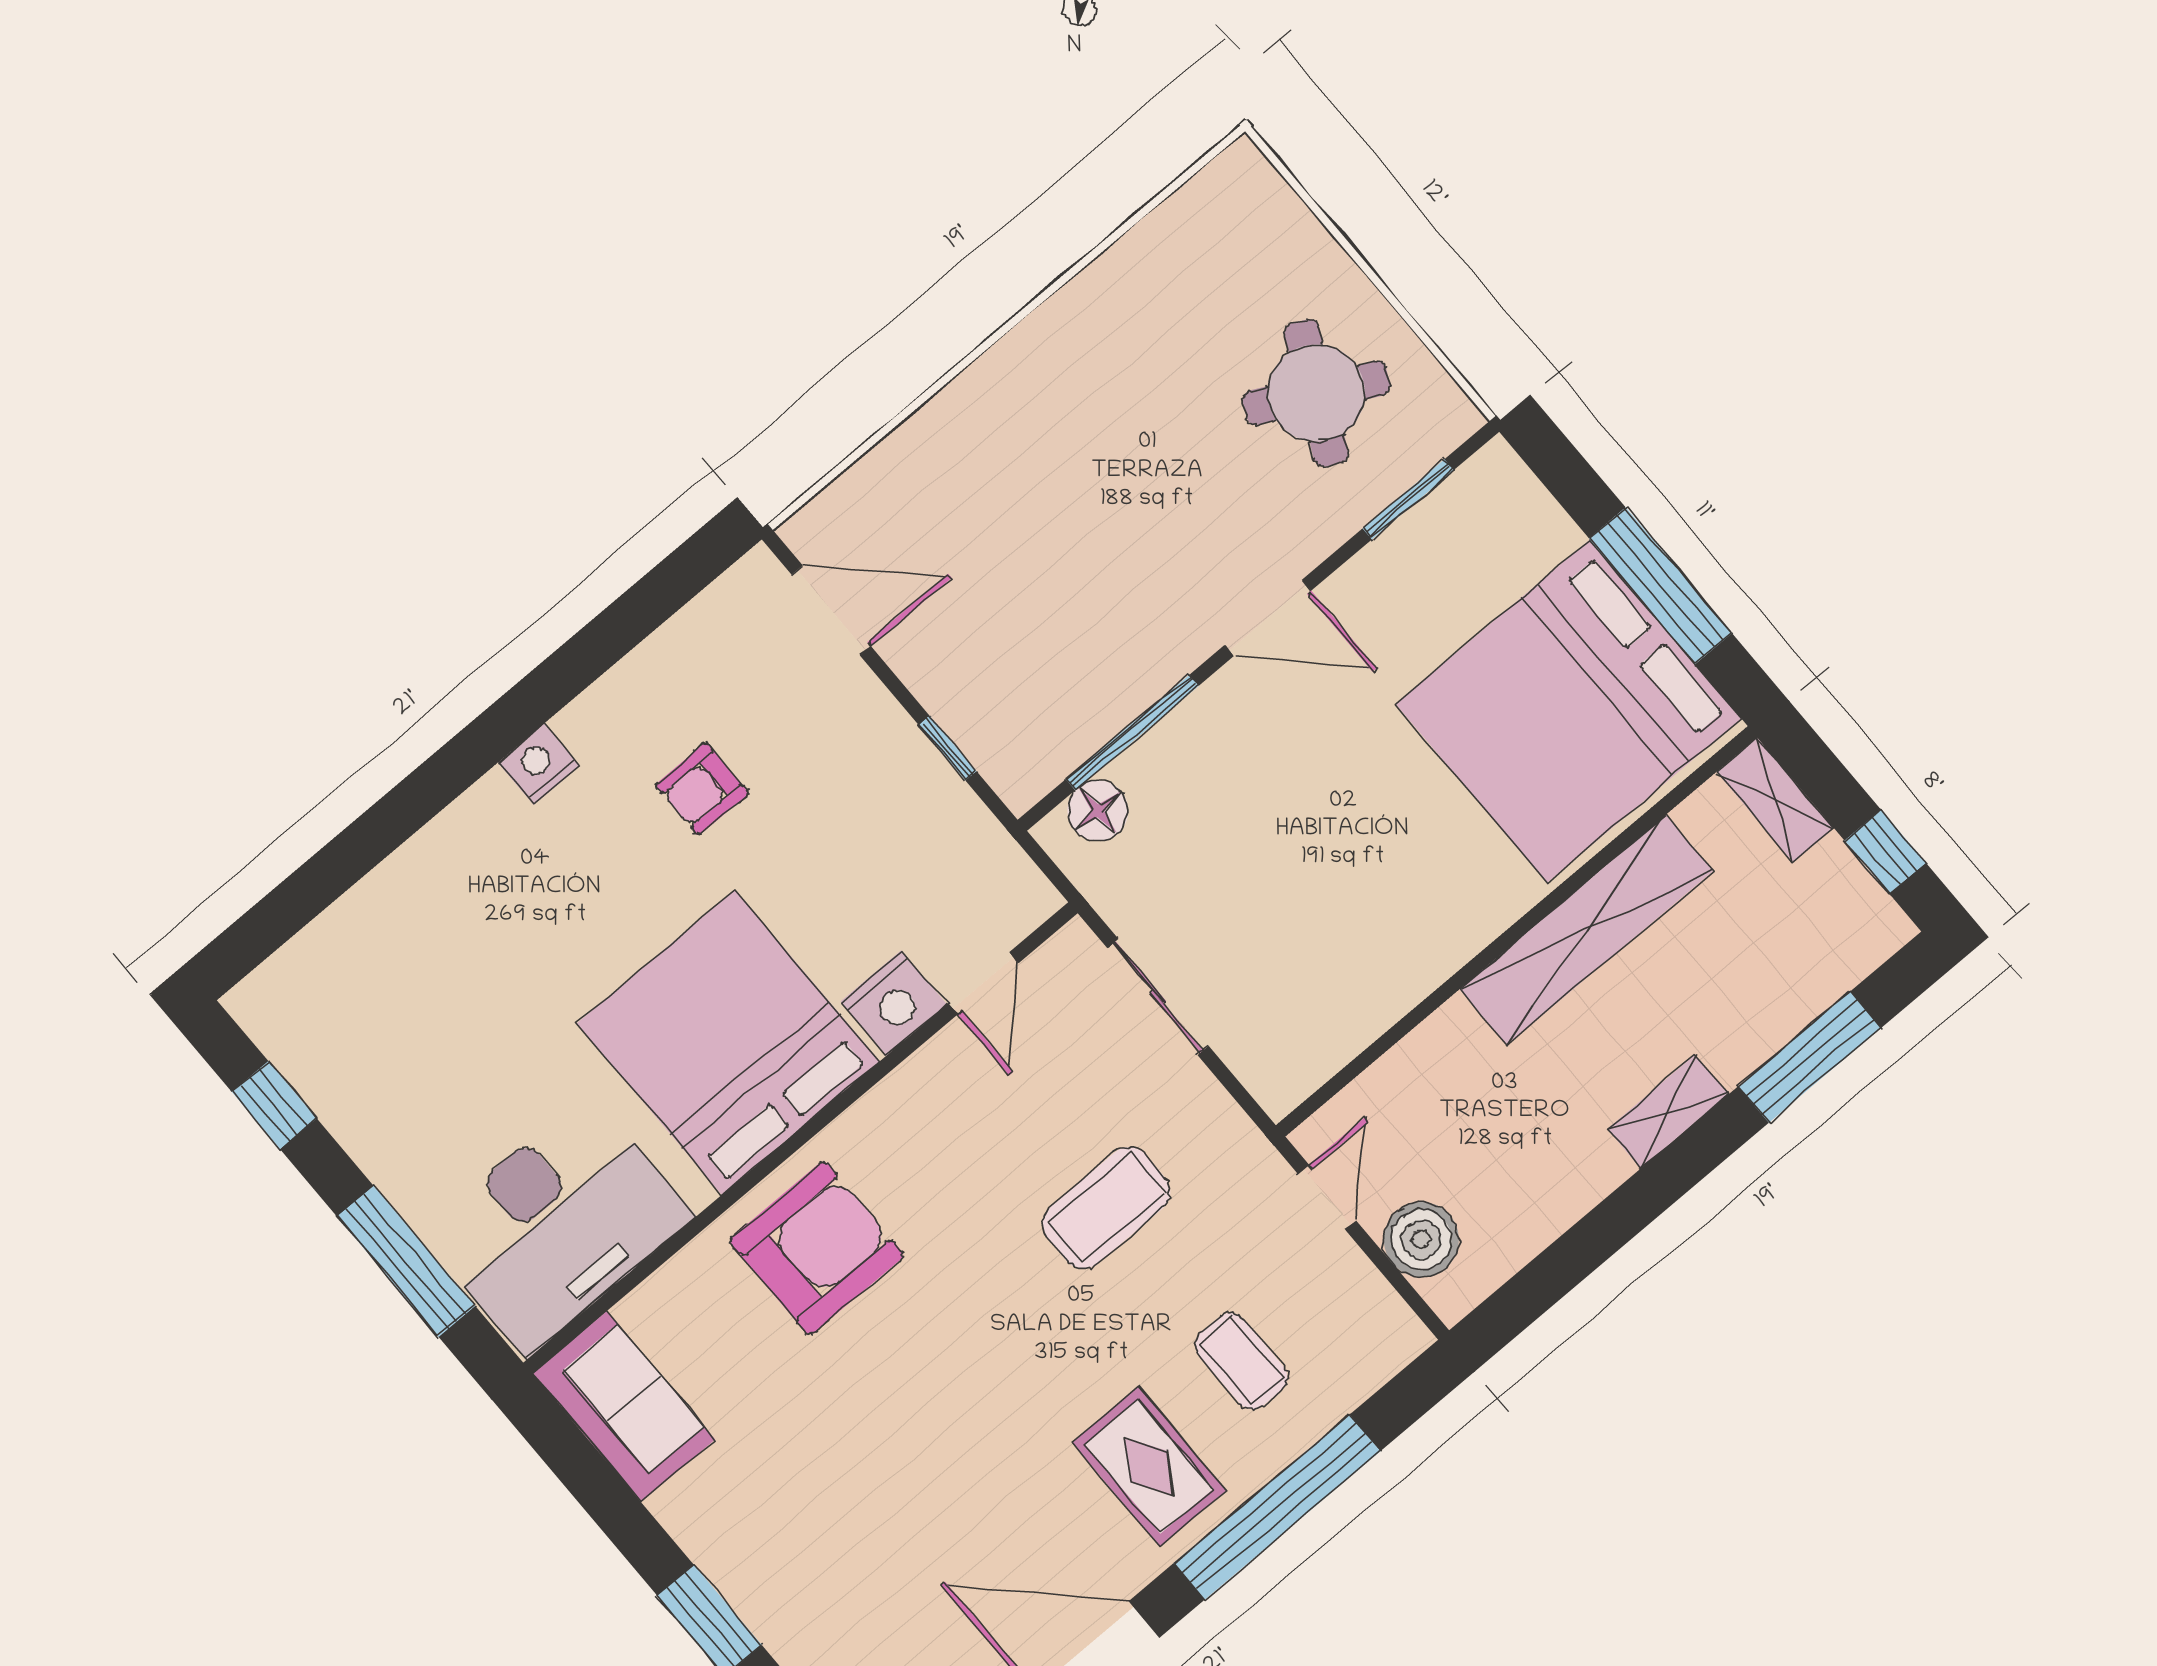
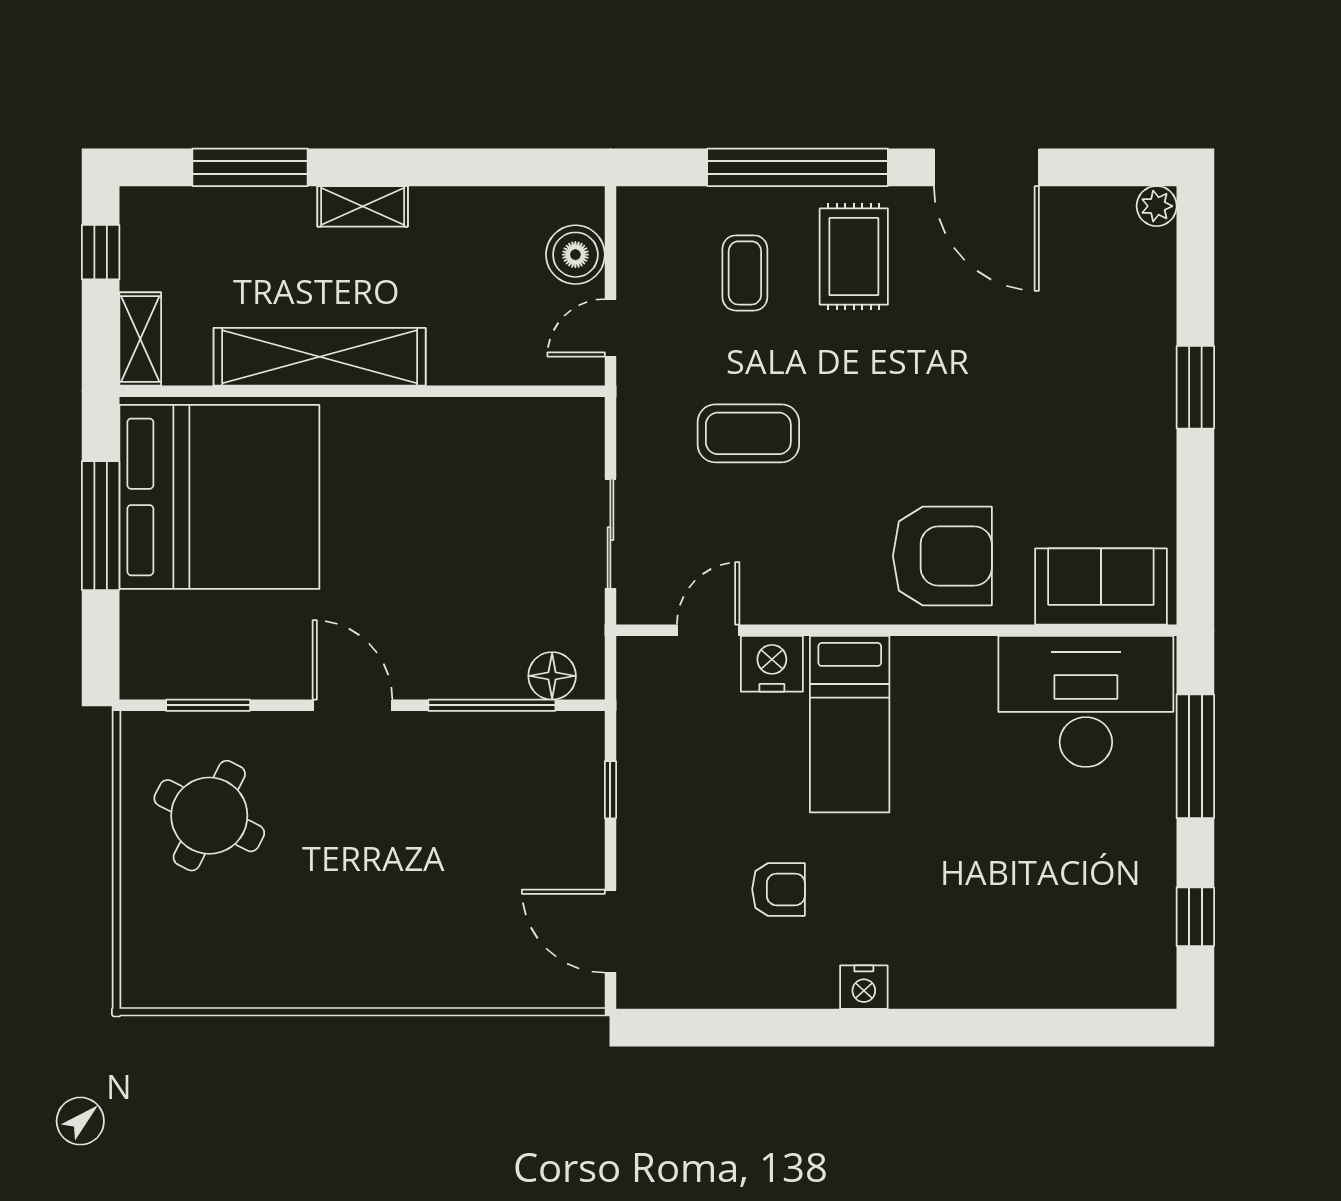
bed: (728, 1042) -> (850, 724), width x0.49
armchair: (817, 1248) -> (942, 556), turned 180
sofa: (624, 1407) -> (1101, 587), moved, turned 90

